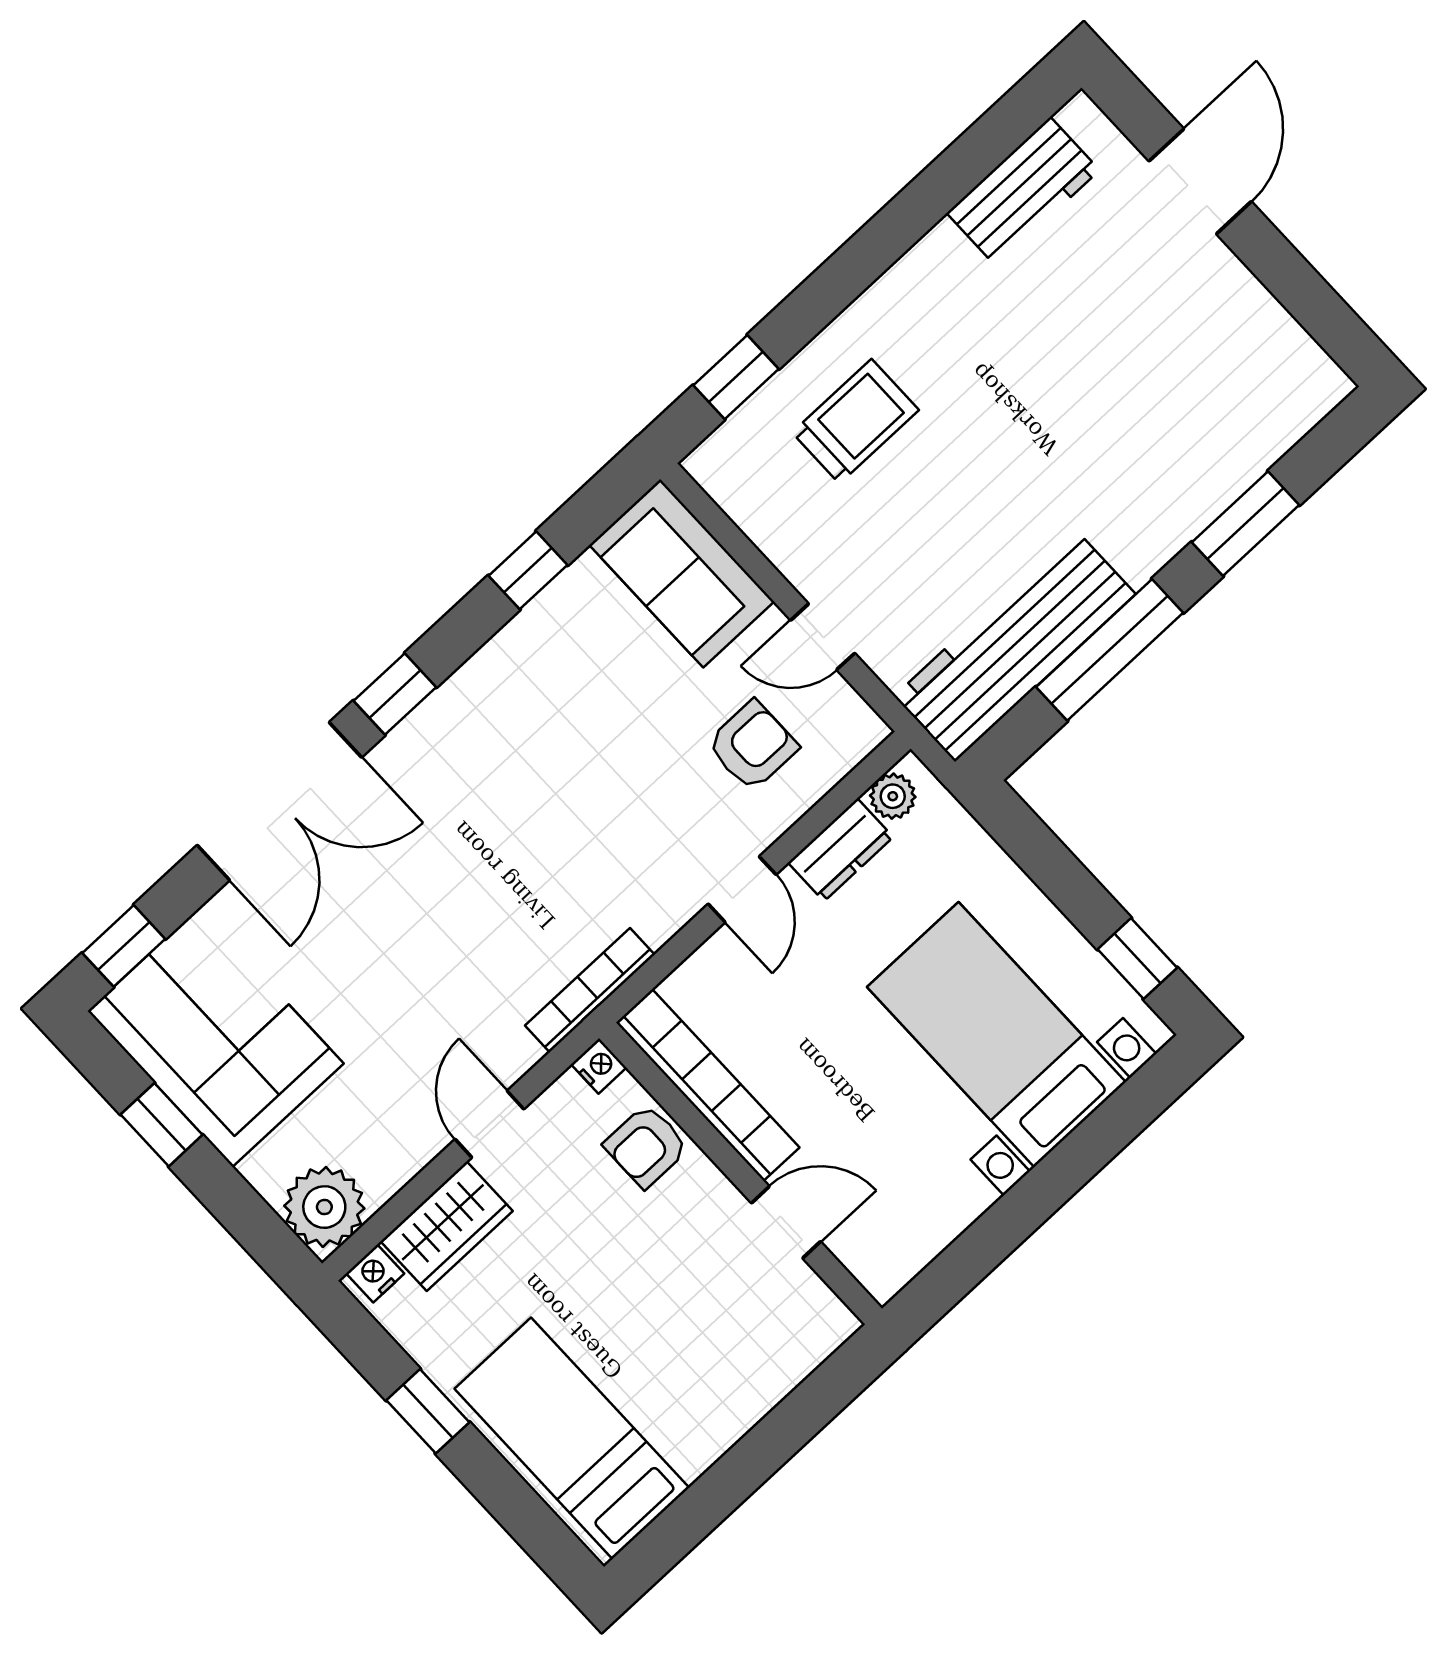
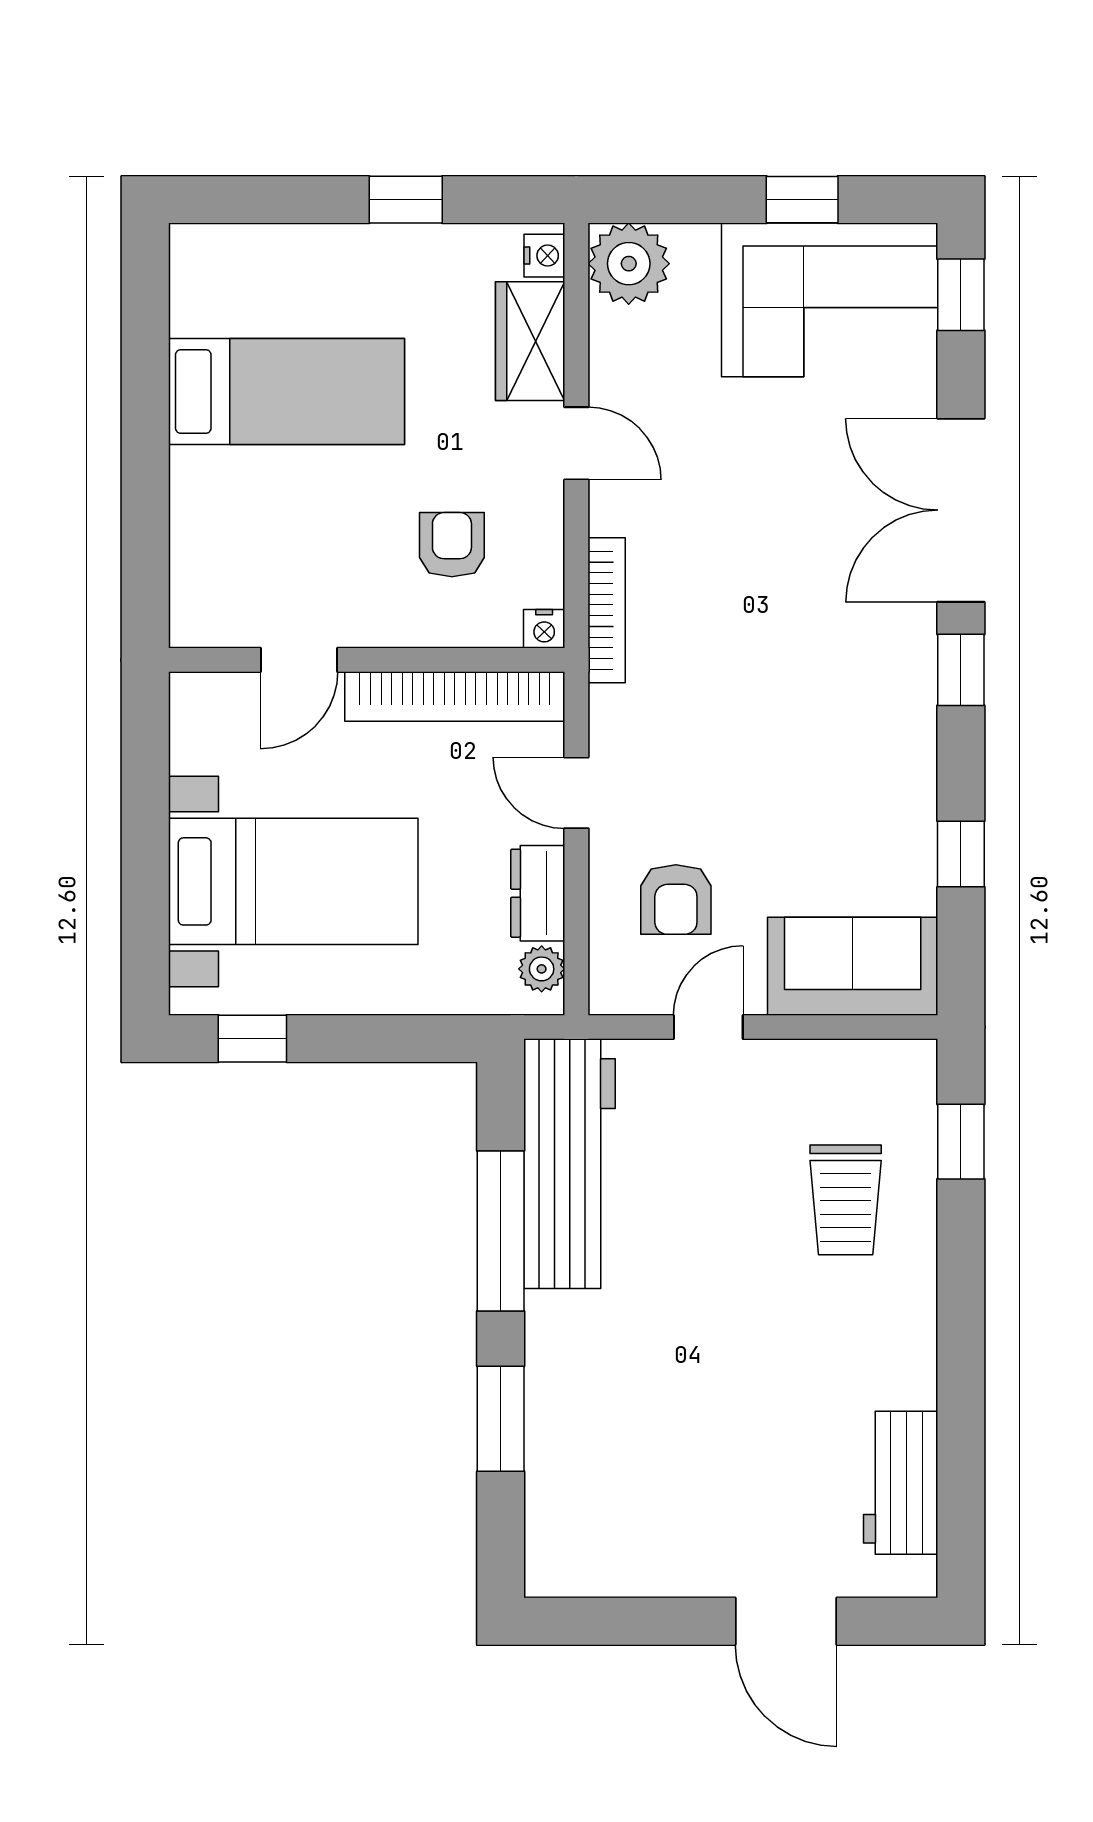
nightstand: (599, 1066) -> (544, 629), moved
bookcase: (708, 1085) -> (455, 696), moved
wall: (741, 1173) -> (367, 660), moved
door: (786, 1222) -> (299, 660), moved
bed: (572, 1438) -> (286, 391), moved

